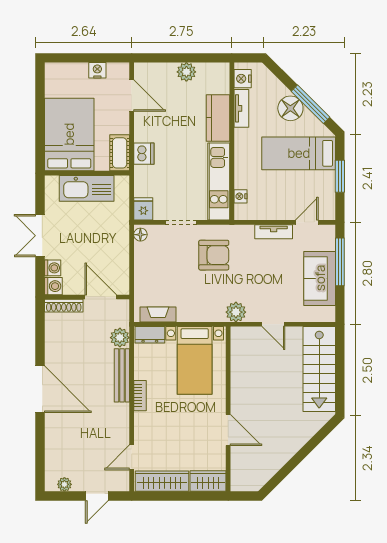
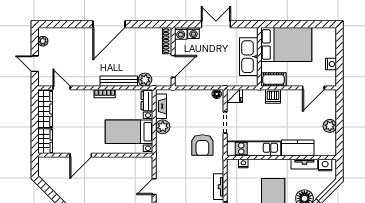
plant: (236, 312) -> (163, 127), moved

